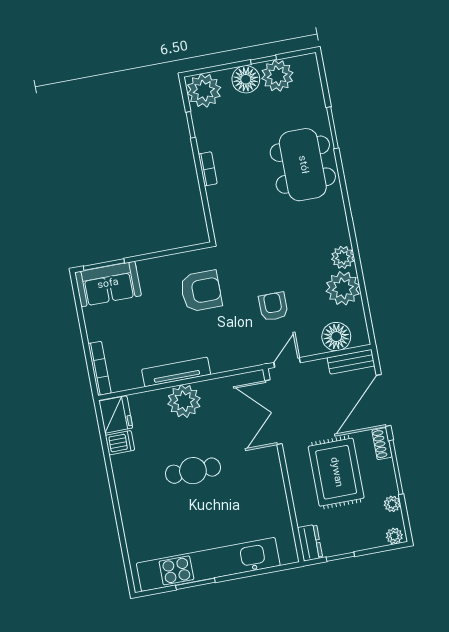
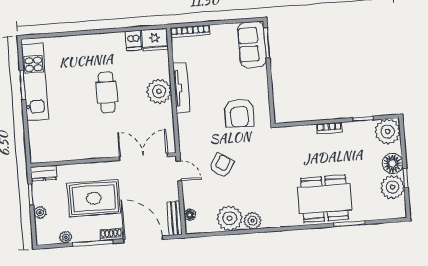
armchair: (273, 307) -> (222, 165), turned -59
floor lamp: (336, 337) -> (190, 215), width x0.53, depth x0.53
plant: (394, 536) -> (40, 212), moved
kitchen unit: (208, 564) -> (35, 82), width x0.73

